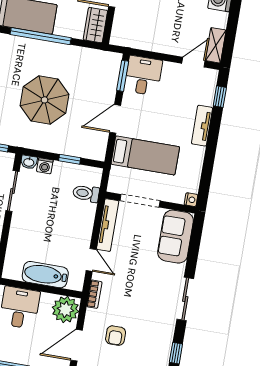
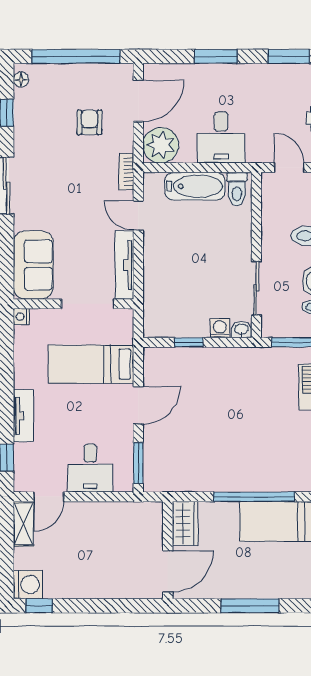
desk: (143, 76) -> (90, 468), moved
parasol: (45, 100) -> (235, 414), removed
toilet: (86, 193) -> (237, 189), moved, turned 90

